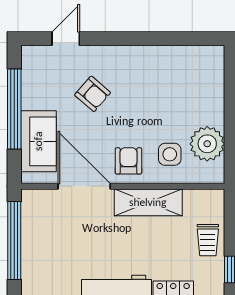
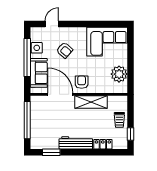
corner sofa: (182, 76) -> (107, 42), added
side table: (170, 154) -> (37, 48), moved

